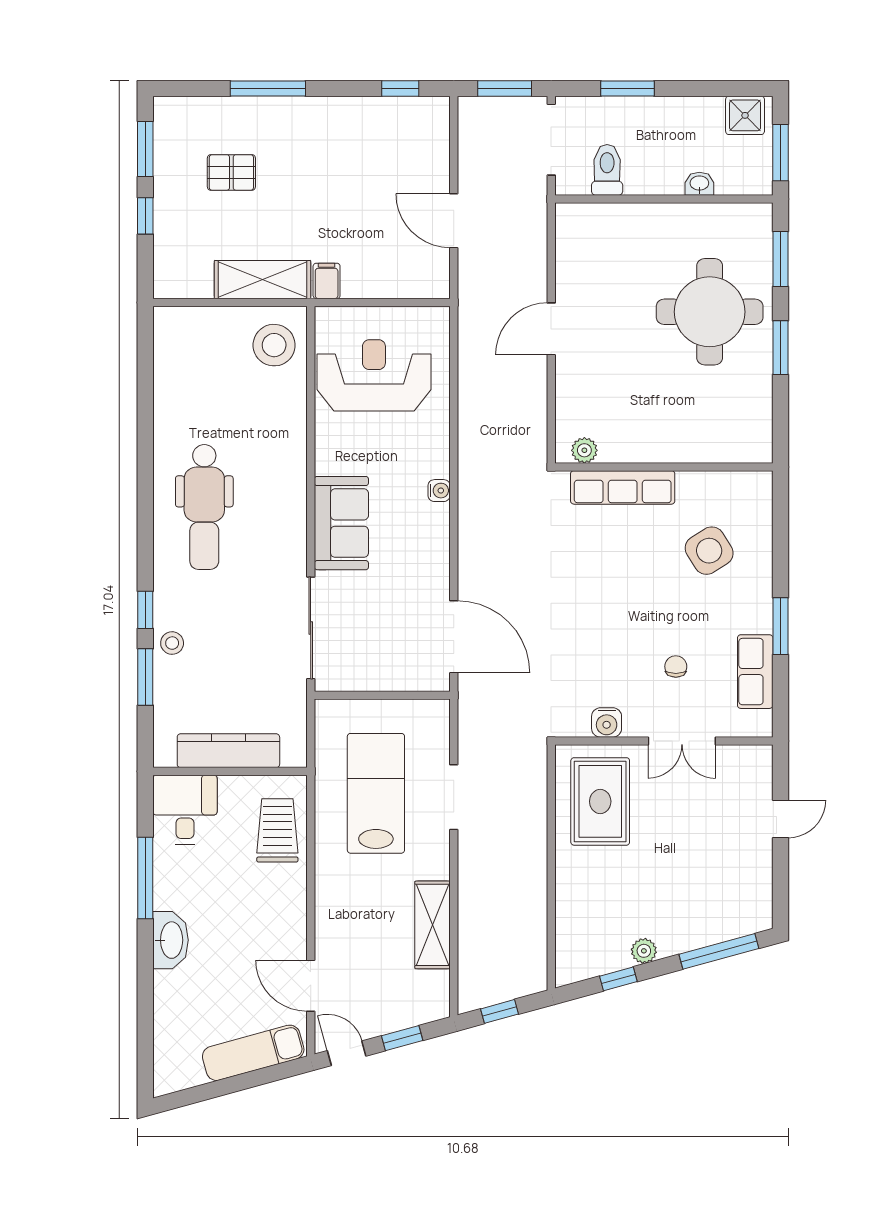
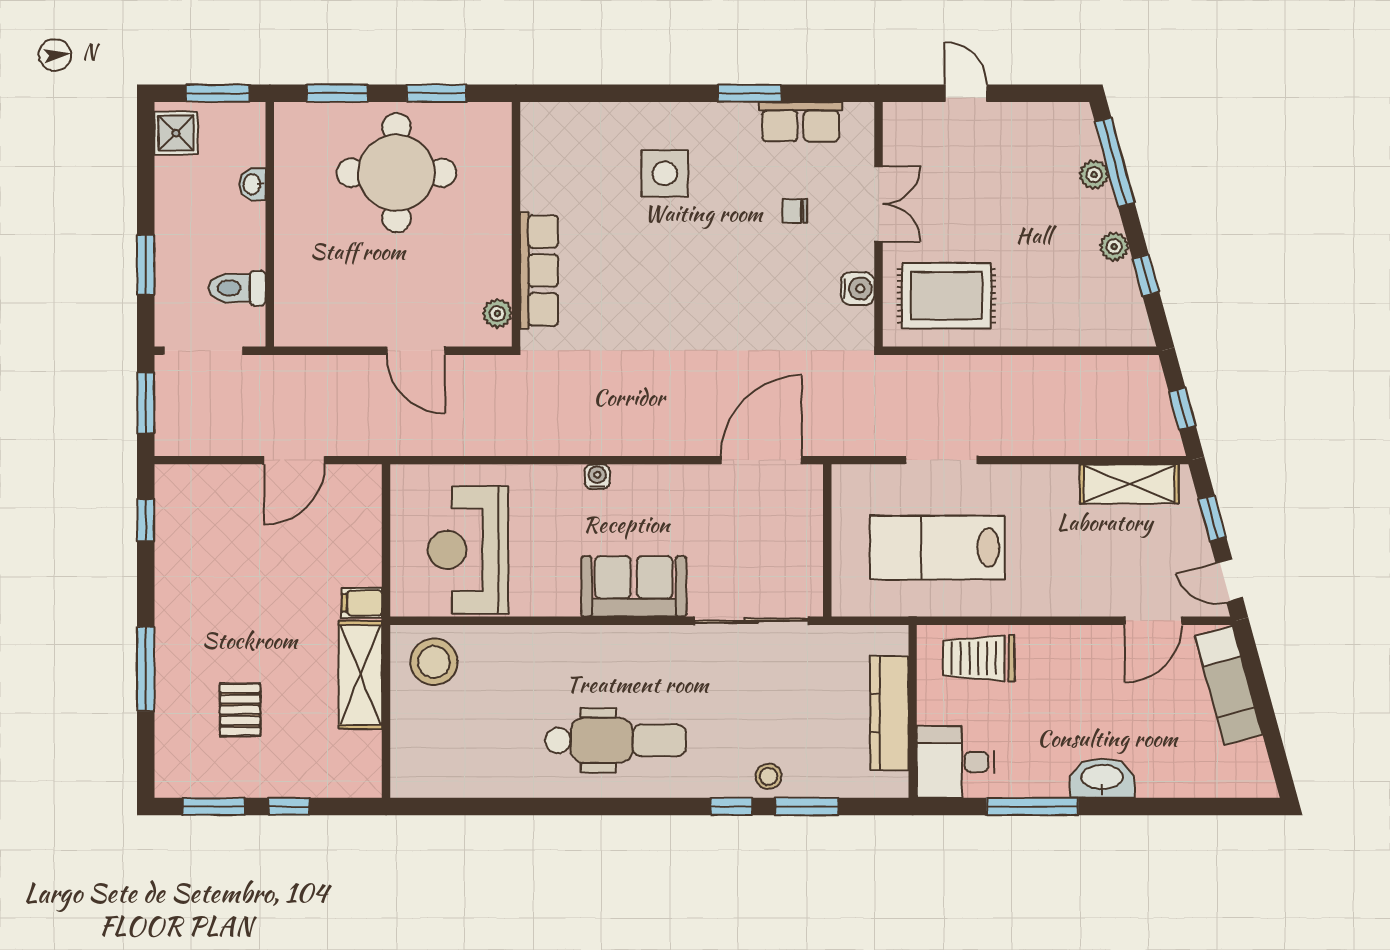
plant: (584, 450) -> (497, 313), moved
wall: (664, 467) -> (516, 224), moved
row of seats: (623, 487) -> (539, 270), moved
side table: (709, 551) -> (665, 173), turned 32
shelving: (433, 925) -> (1129, 484), moved
plant: (708, 933) -> (1094, 175), added
door: (347, 1053) -> (1229, 580), hinge flipped

